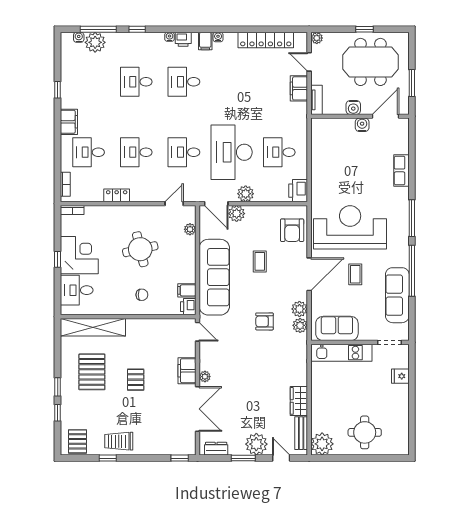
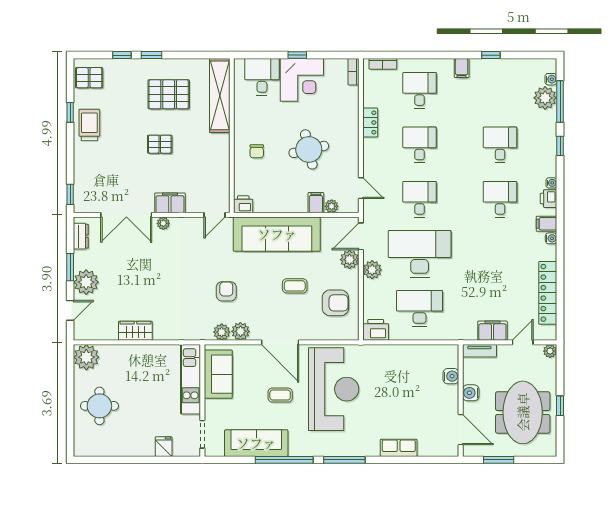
filing cabinet: (69, 122) -> (462, 68), width x0.50
water cooler: (362, 125) -> (451, 376), moved
desk: (279, 152) -> (420, 308), width x1.37
armchair: (292, 230) -> (335, 303), moved, turned 180
filing cabinet: (187, 290) -> (316, 203), moved
bench: (301, 433) -> (99, 333), removed

